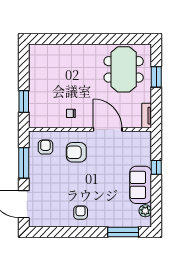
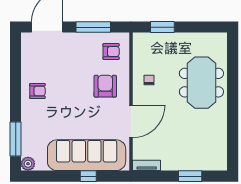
meeting table: (124, 69) -> (201, 83), moved, turned 90
sofa: (141, 185) -> (87, 155), width x1.85, depth x1.27
plant: (145, 211) -> (28, 164), moved

